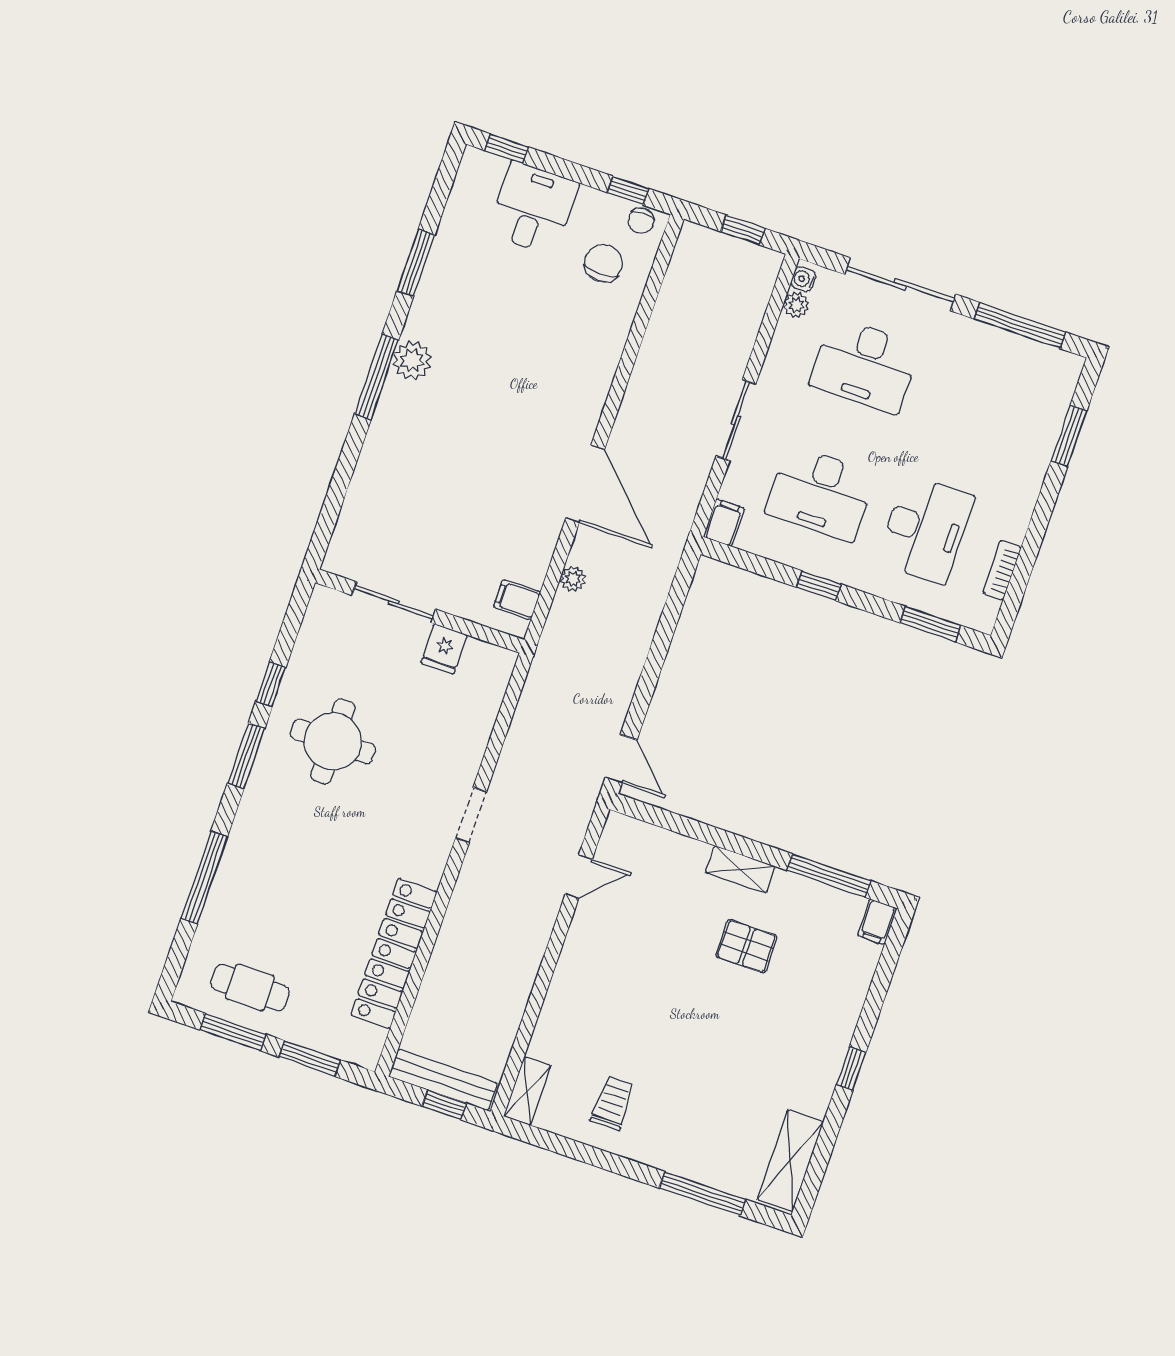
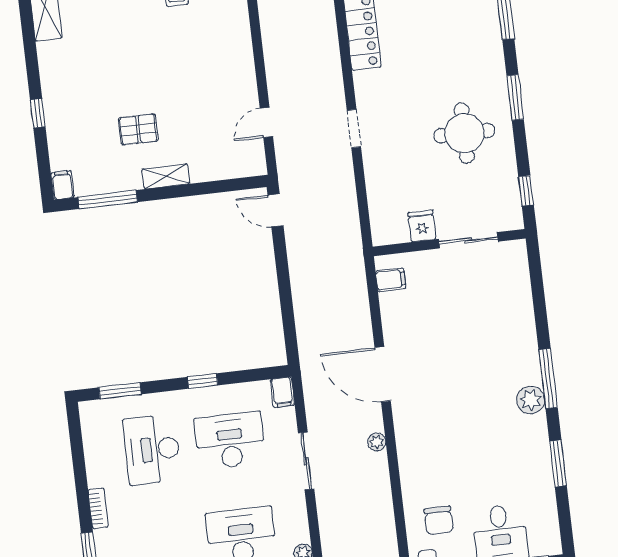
bookcase: (1002, 570) -> (98, 508), moved
plant: (573, 579) -> (377, 442), moved
window: (271, 684) -> (526, 191), moved
window: (851, 1069) -> (38, 113), moved

